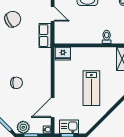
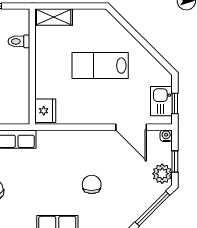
lab bench: (91, 88) -> (100, 66), turned 180

